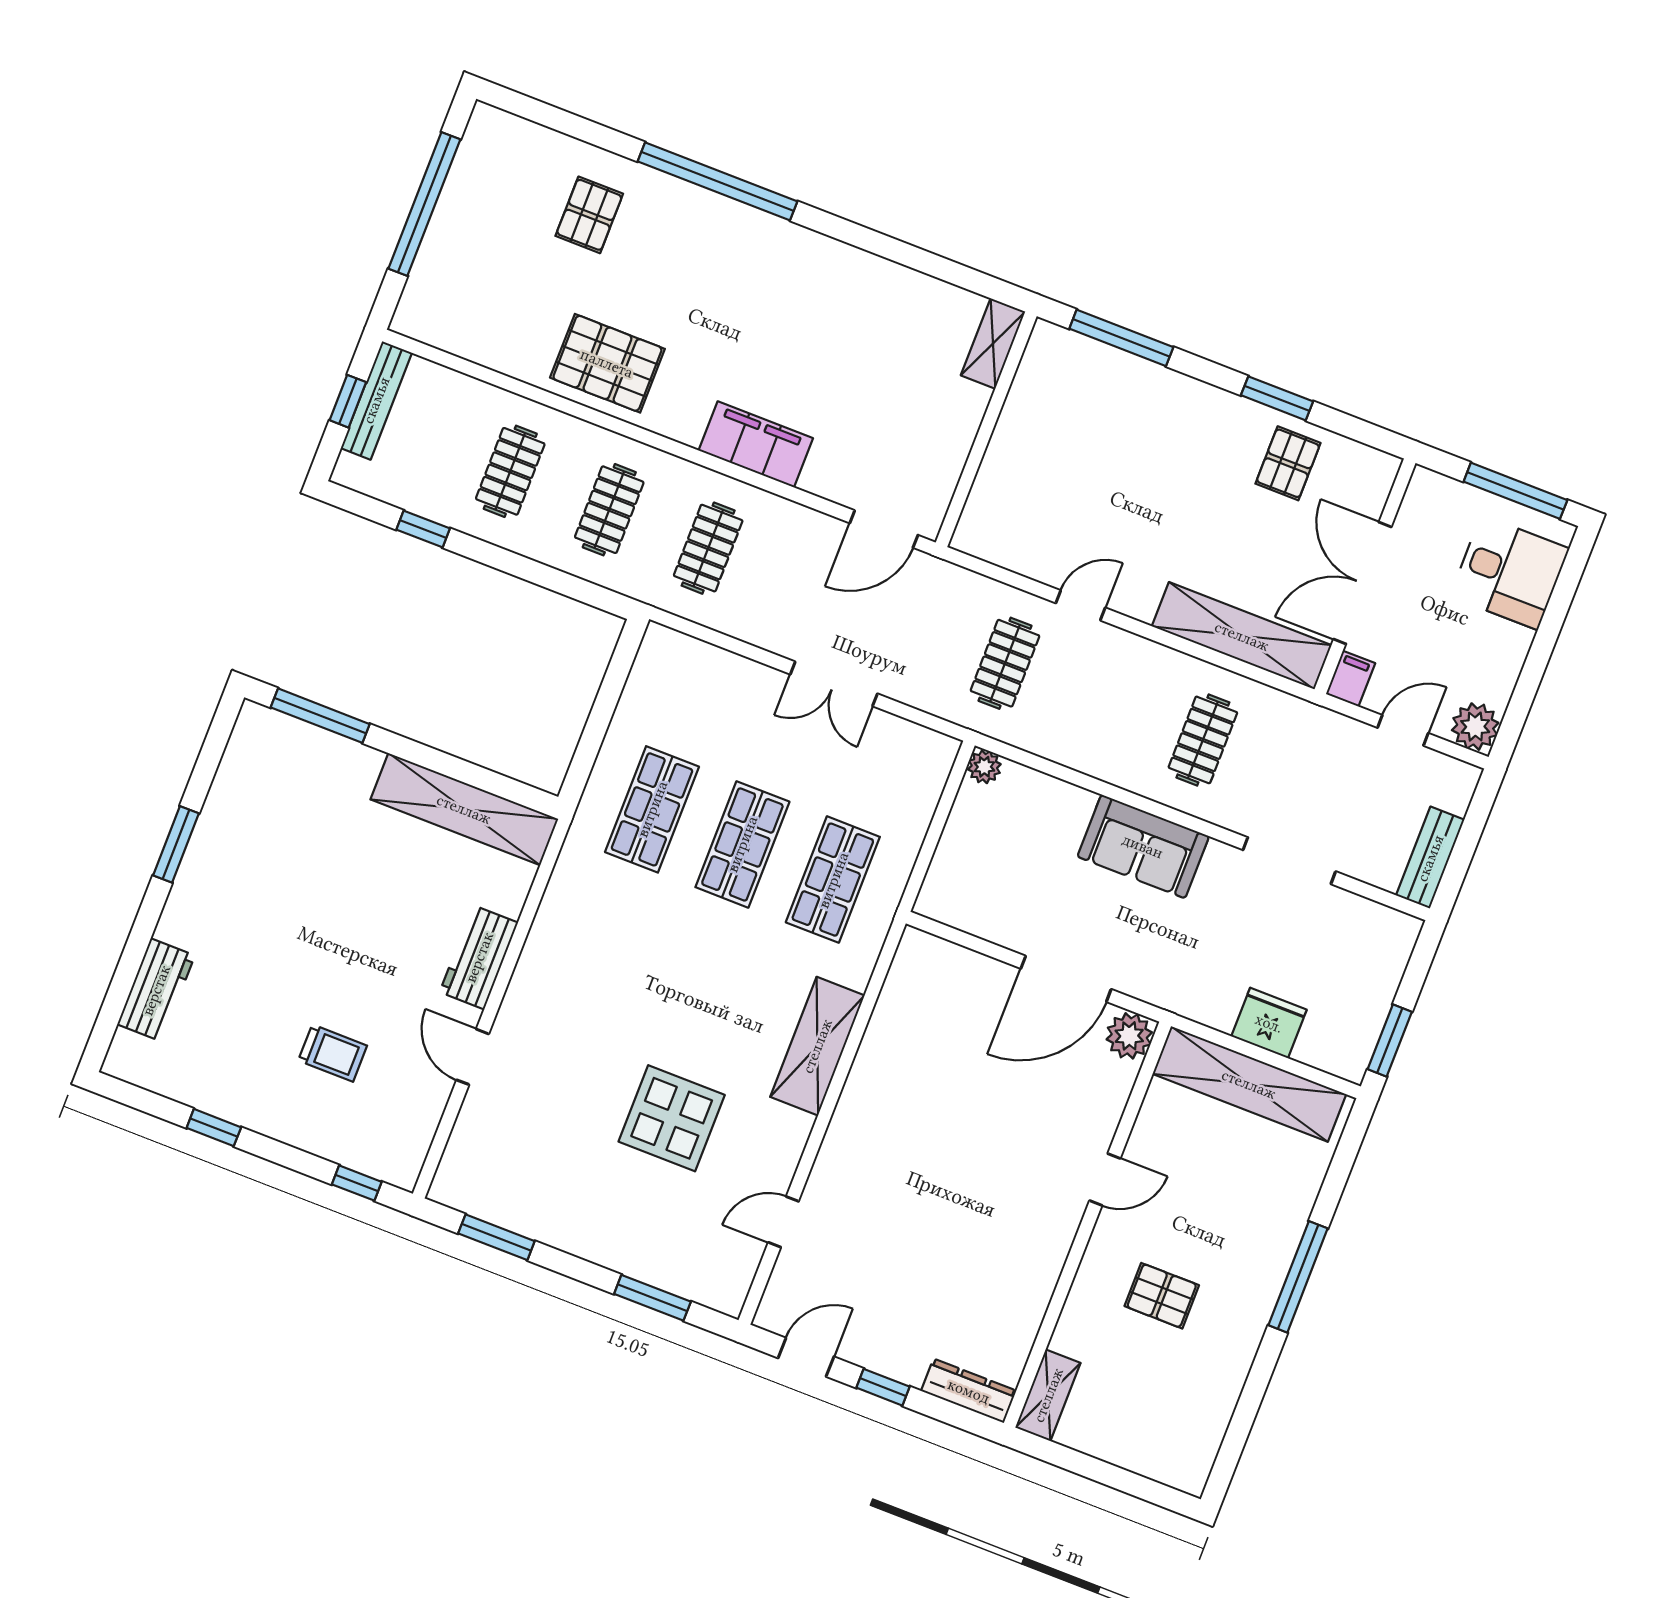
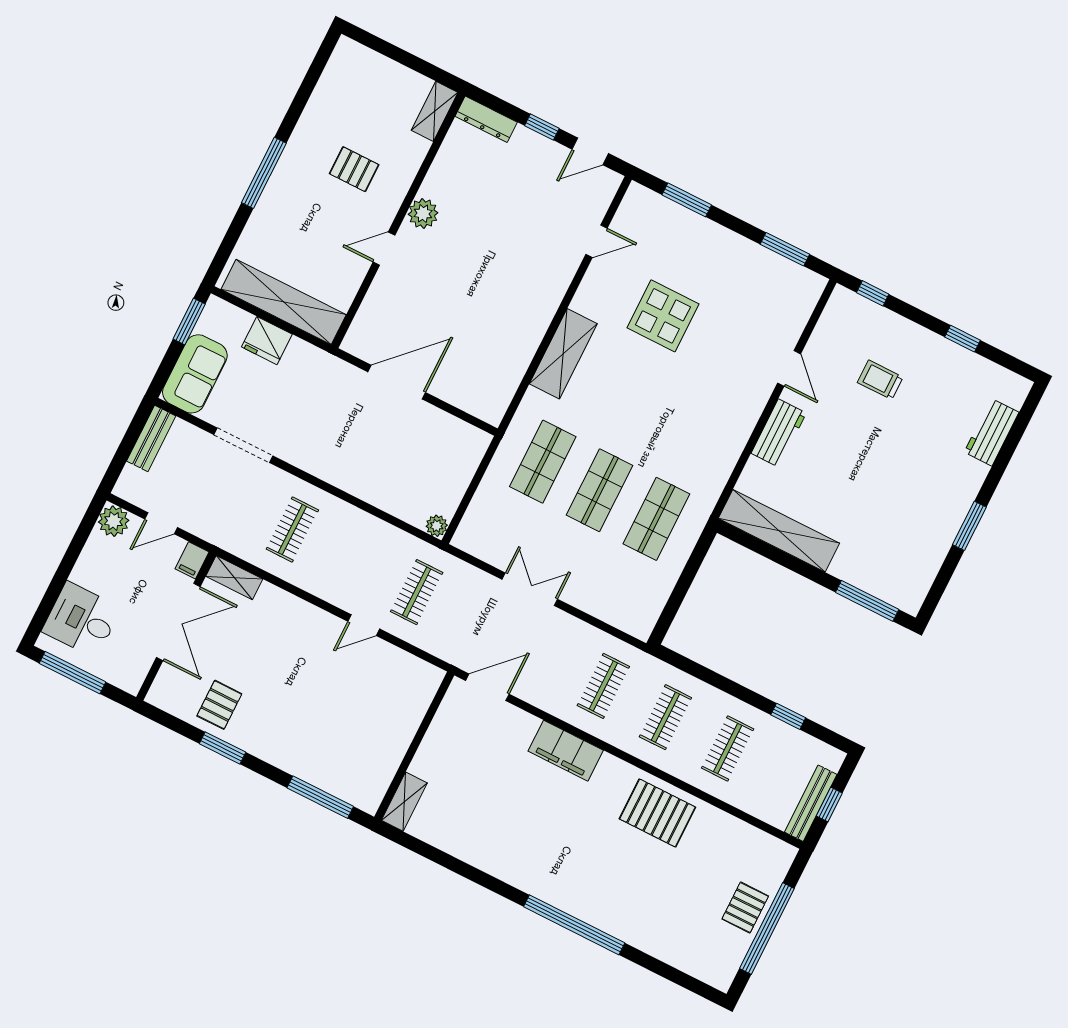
pallet: (589, 215) -> (745, 907), moved
shelving: (1242, 636) -> (234, 578), width x0.45, depth x0.75
sofa: (1143, 846) -> (195, 374), moved, turned 90
plant: (1129, 1036) -> (423, 214), moved

